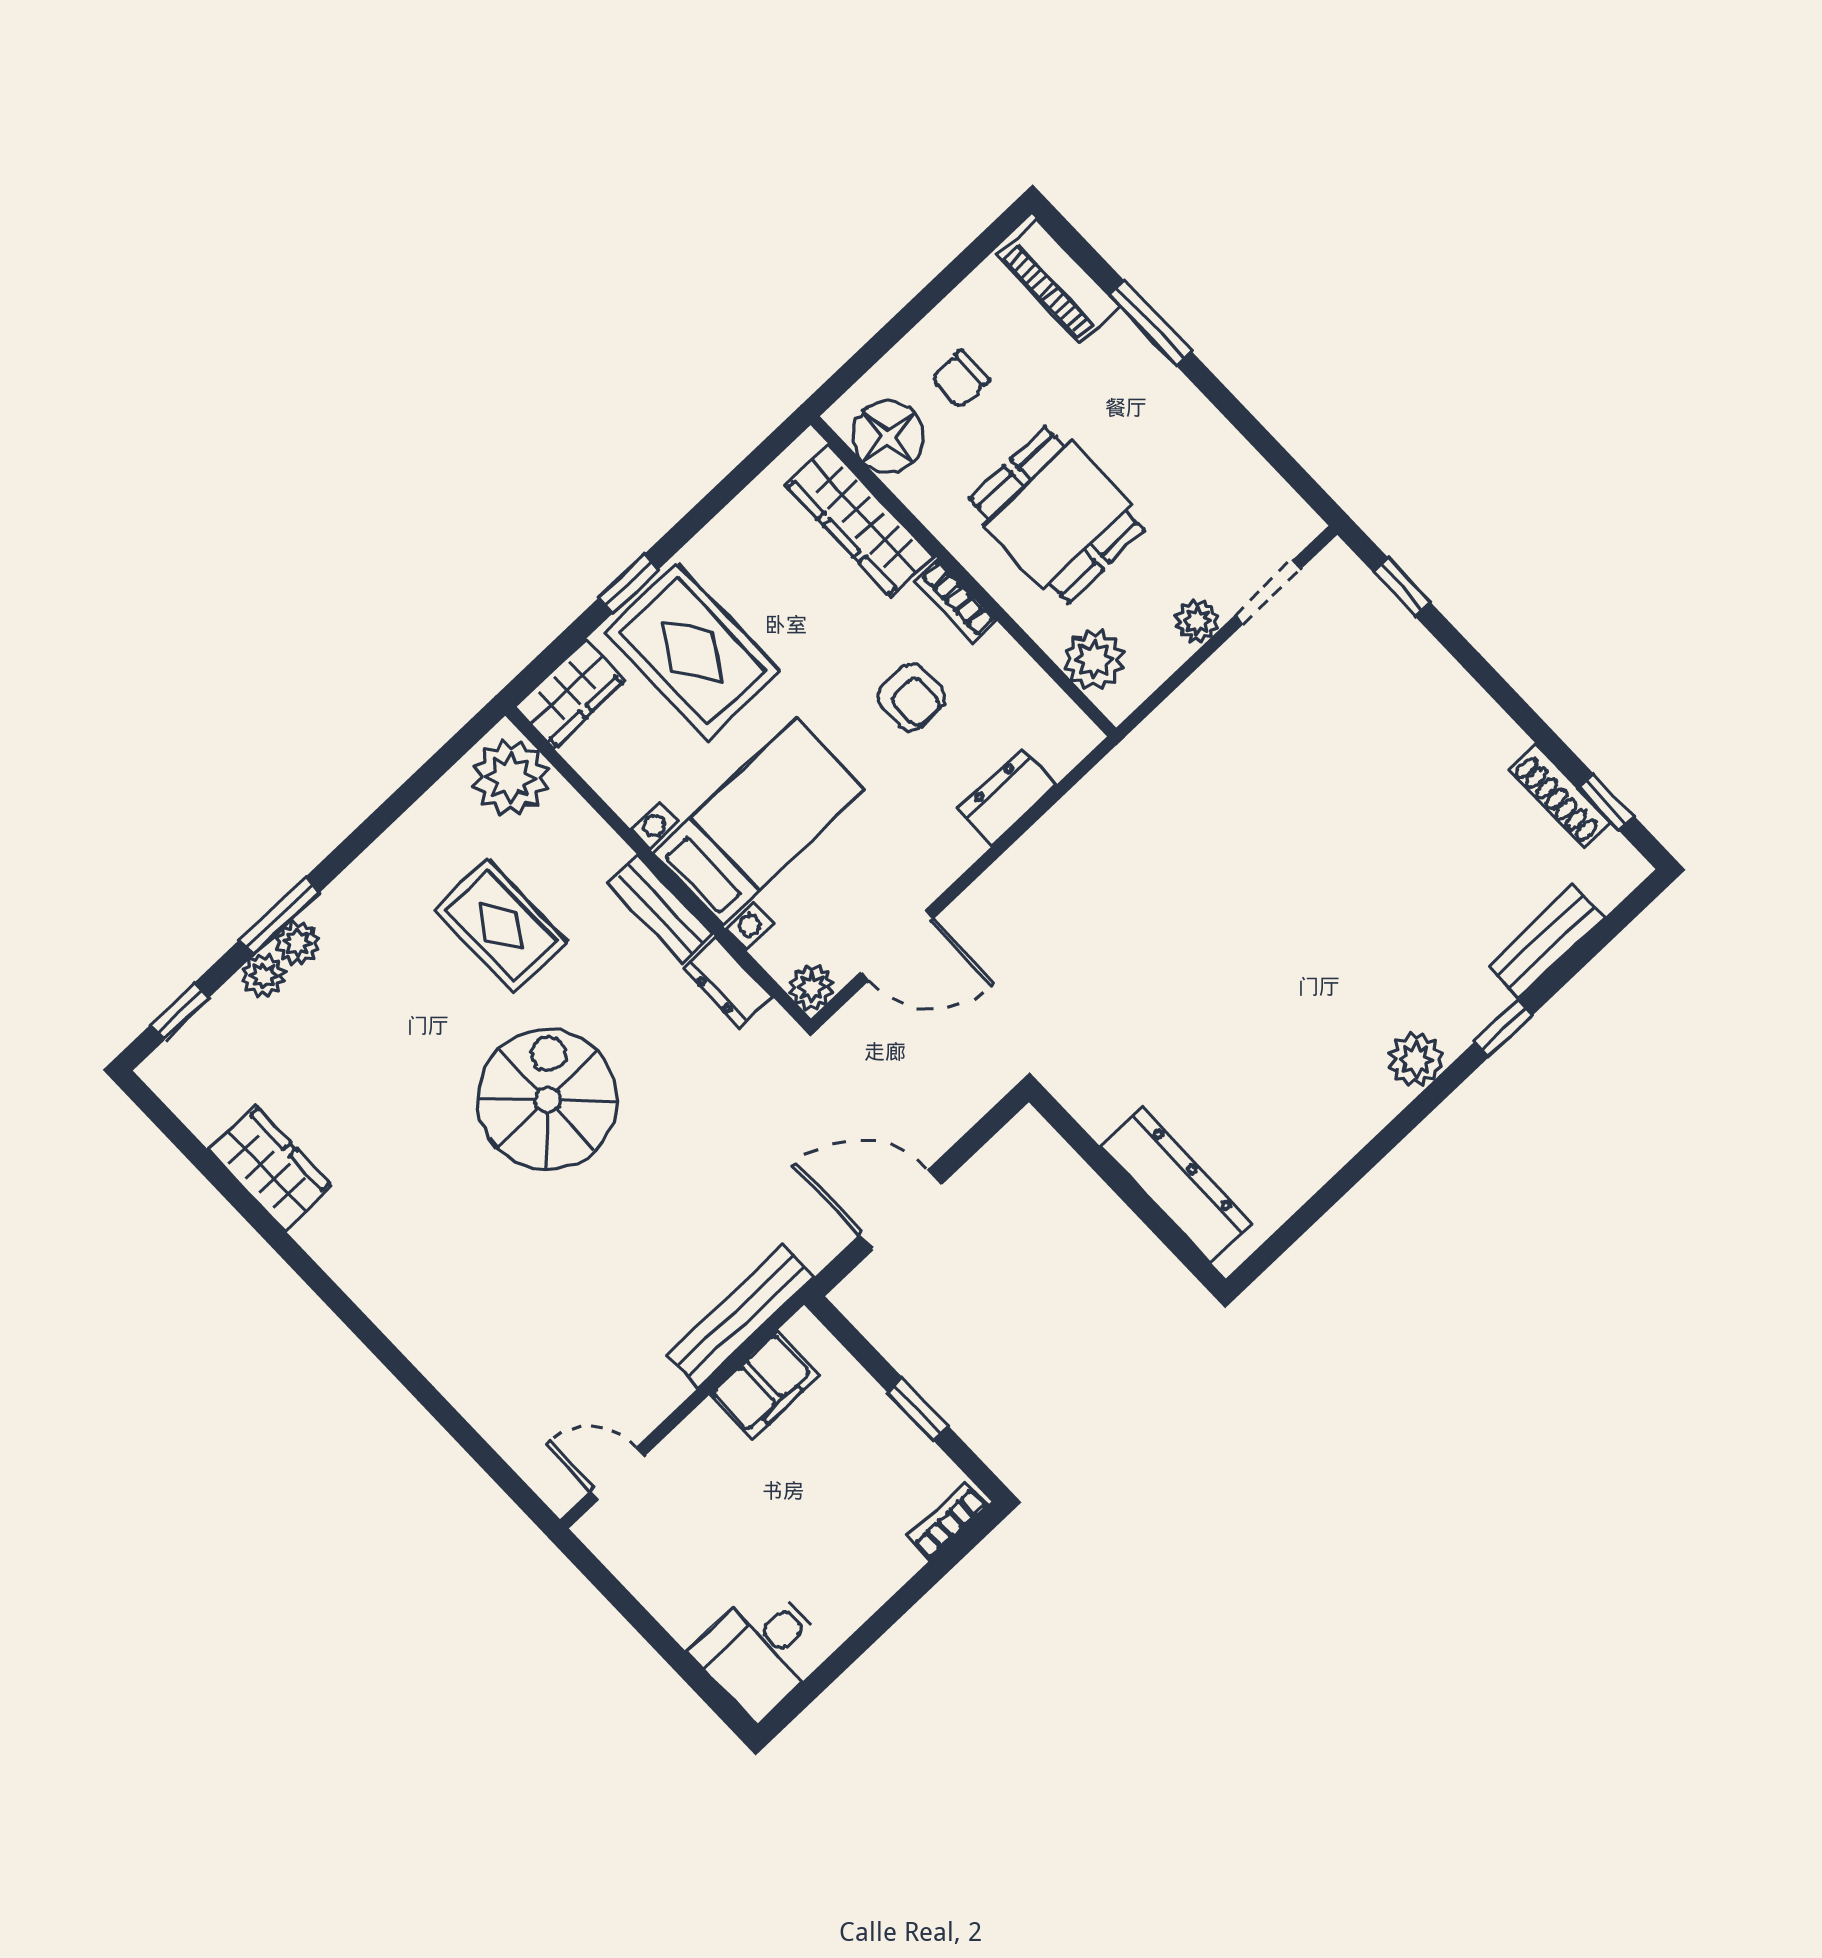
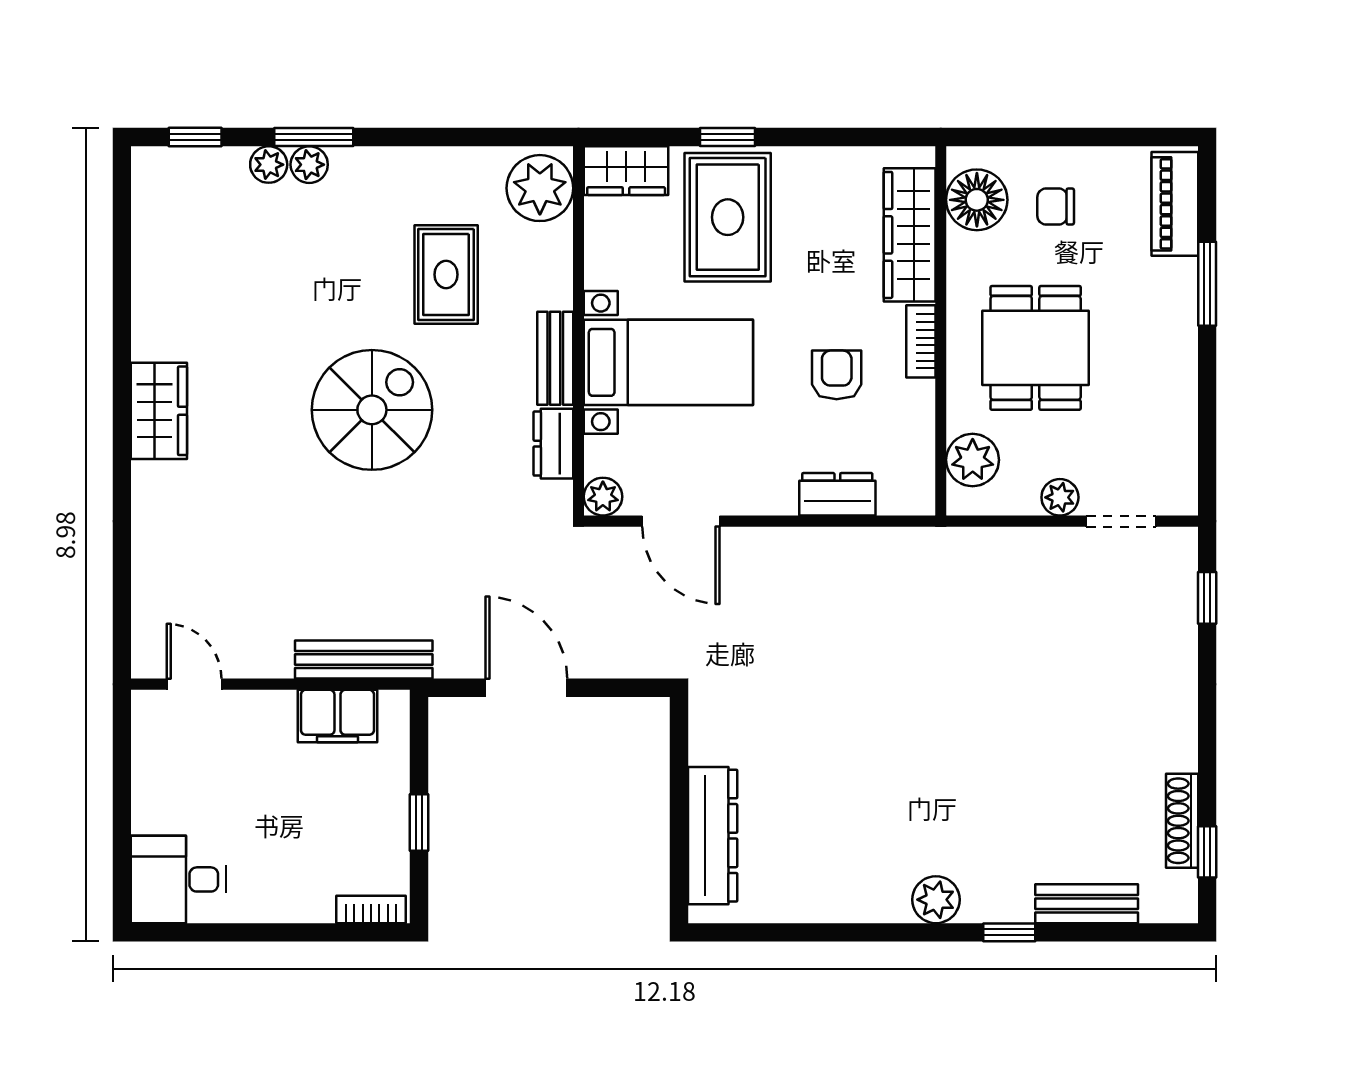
armchair: (911, 697) -> (837, 375), turned 180
wardrobe: (270, 1168) -> (159, 411), moved

